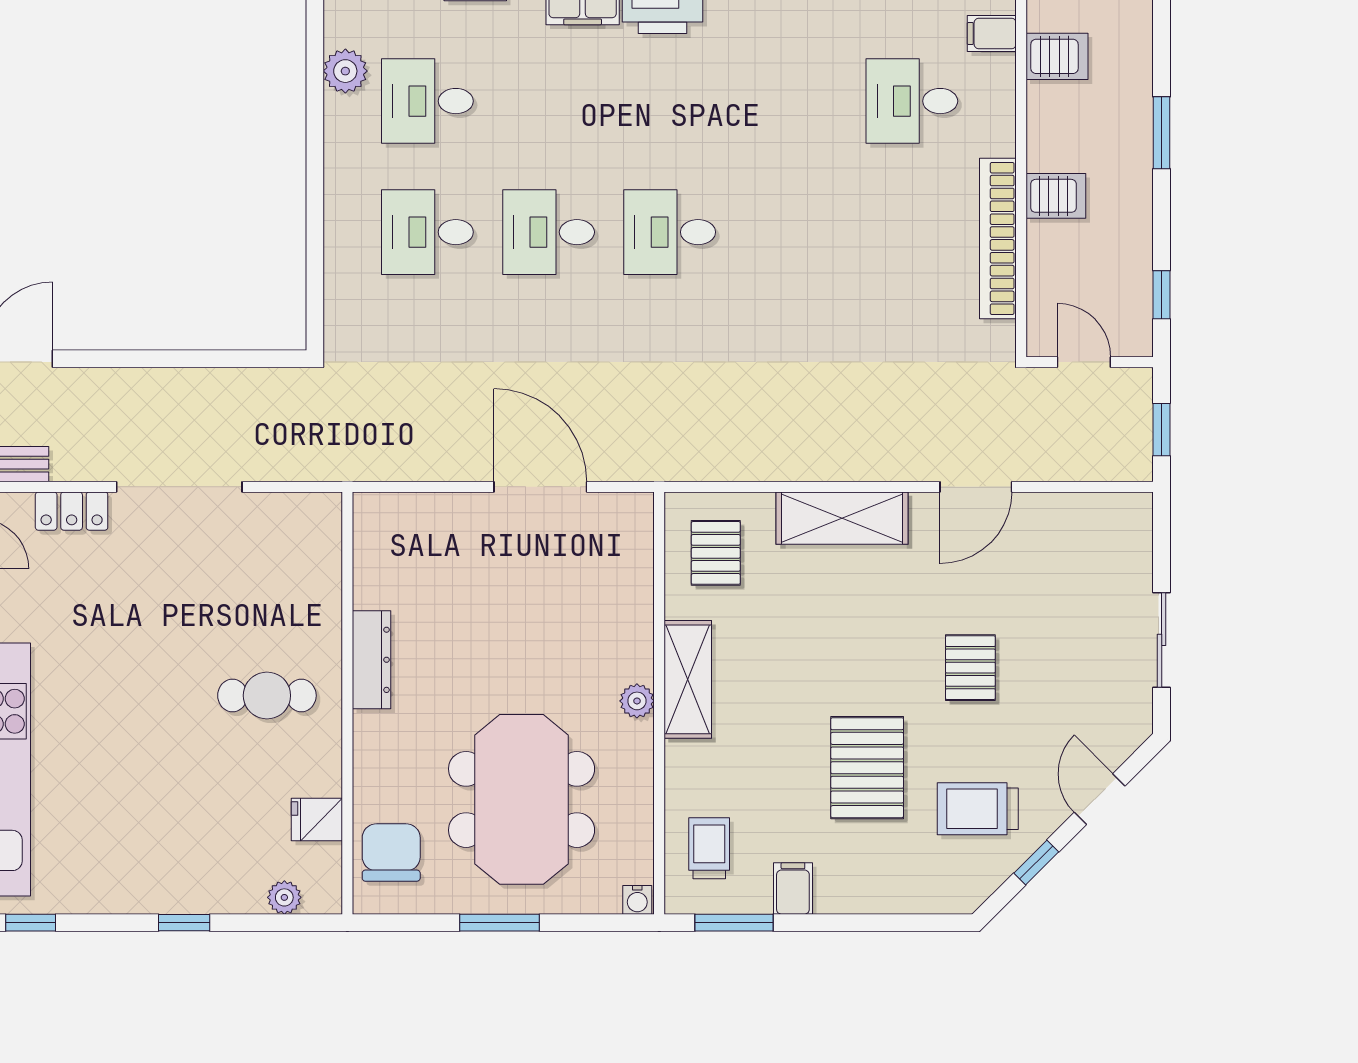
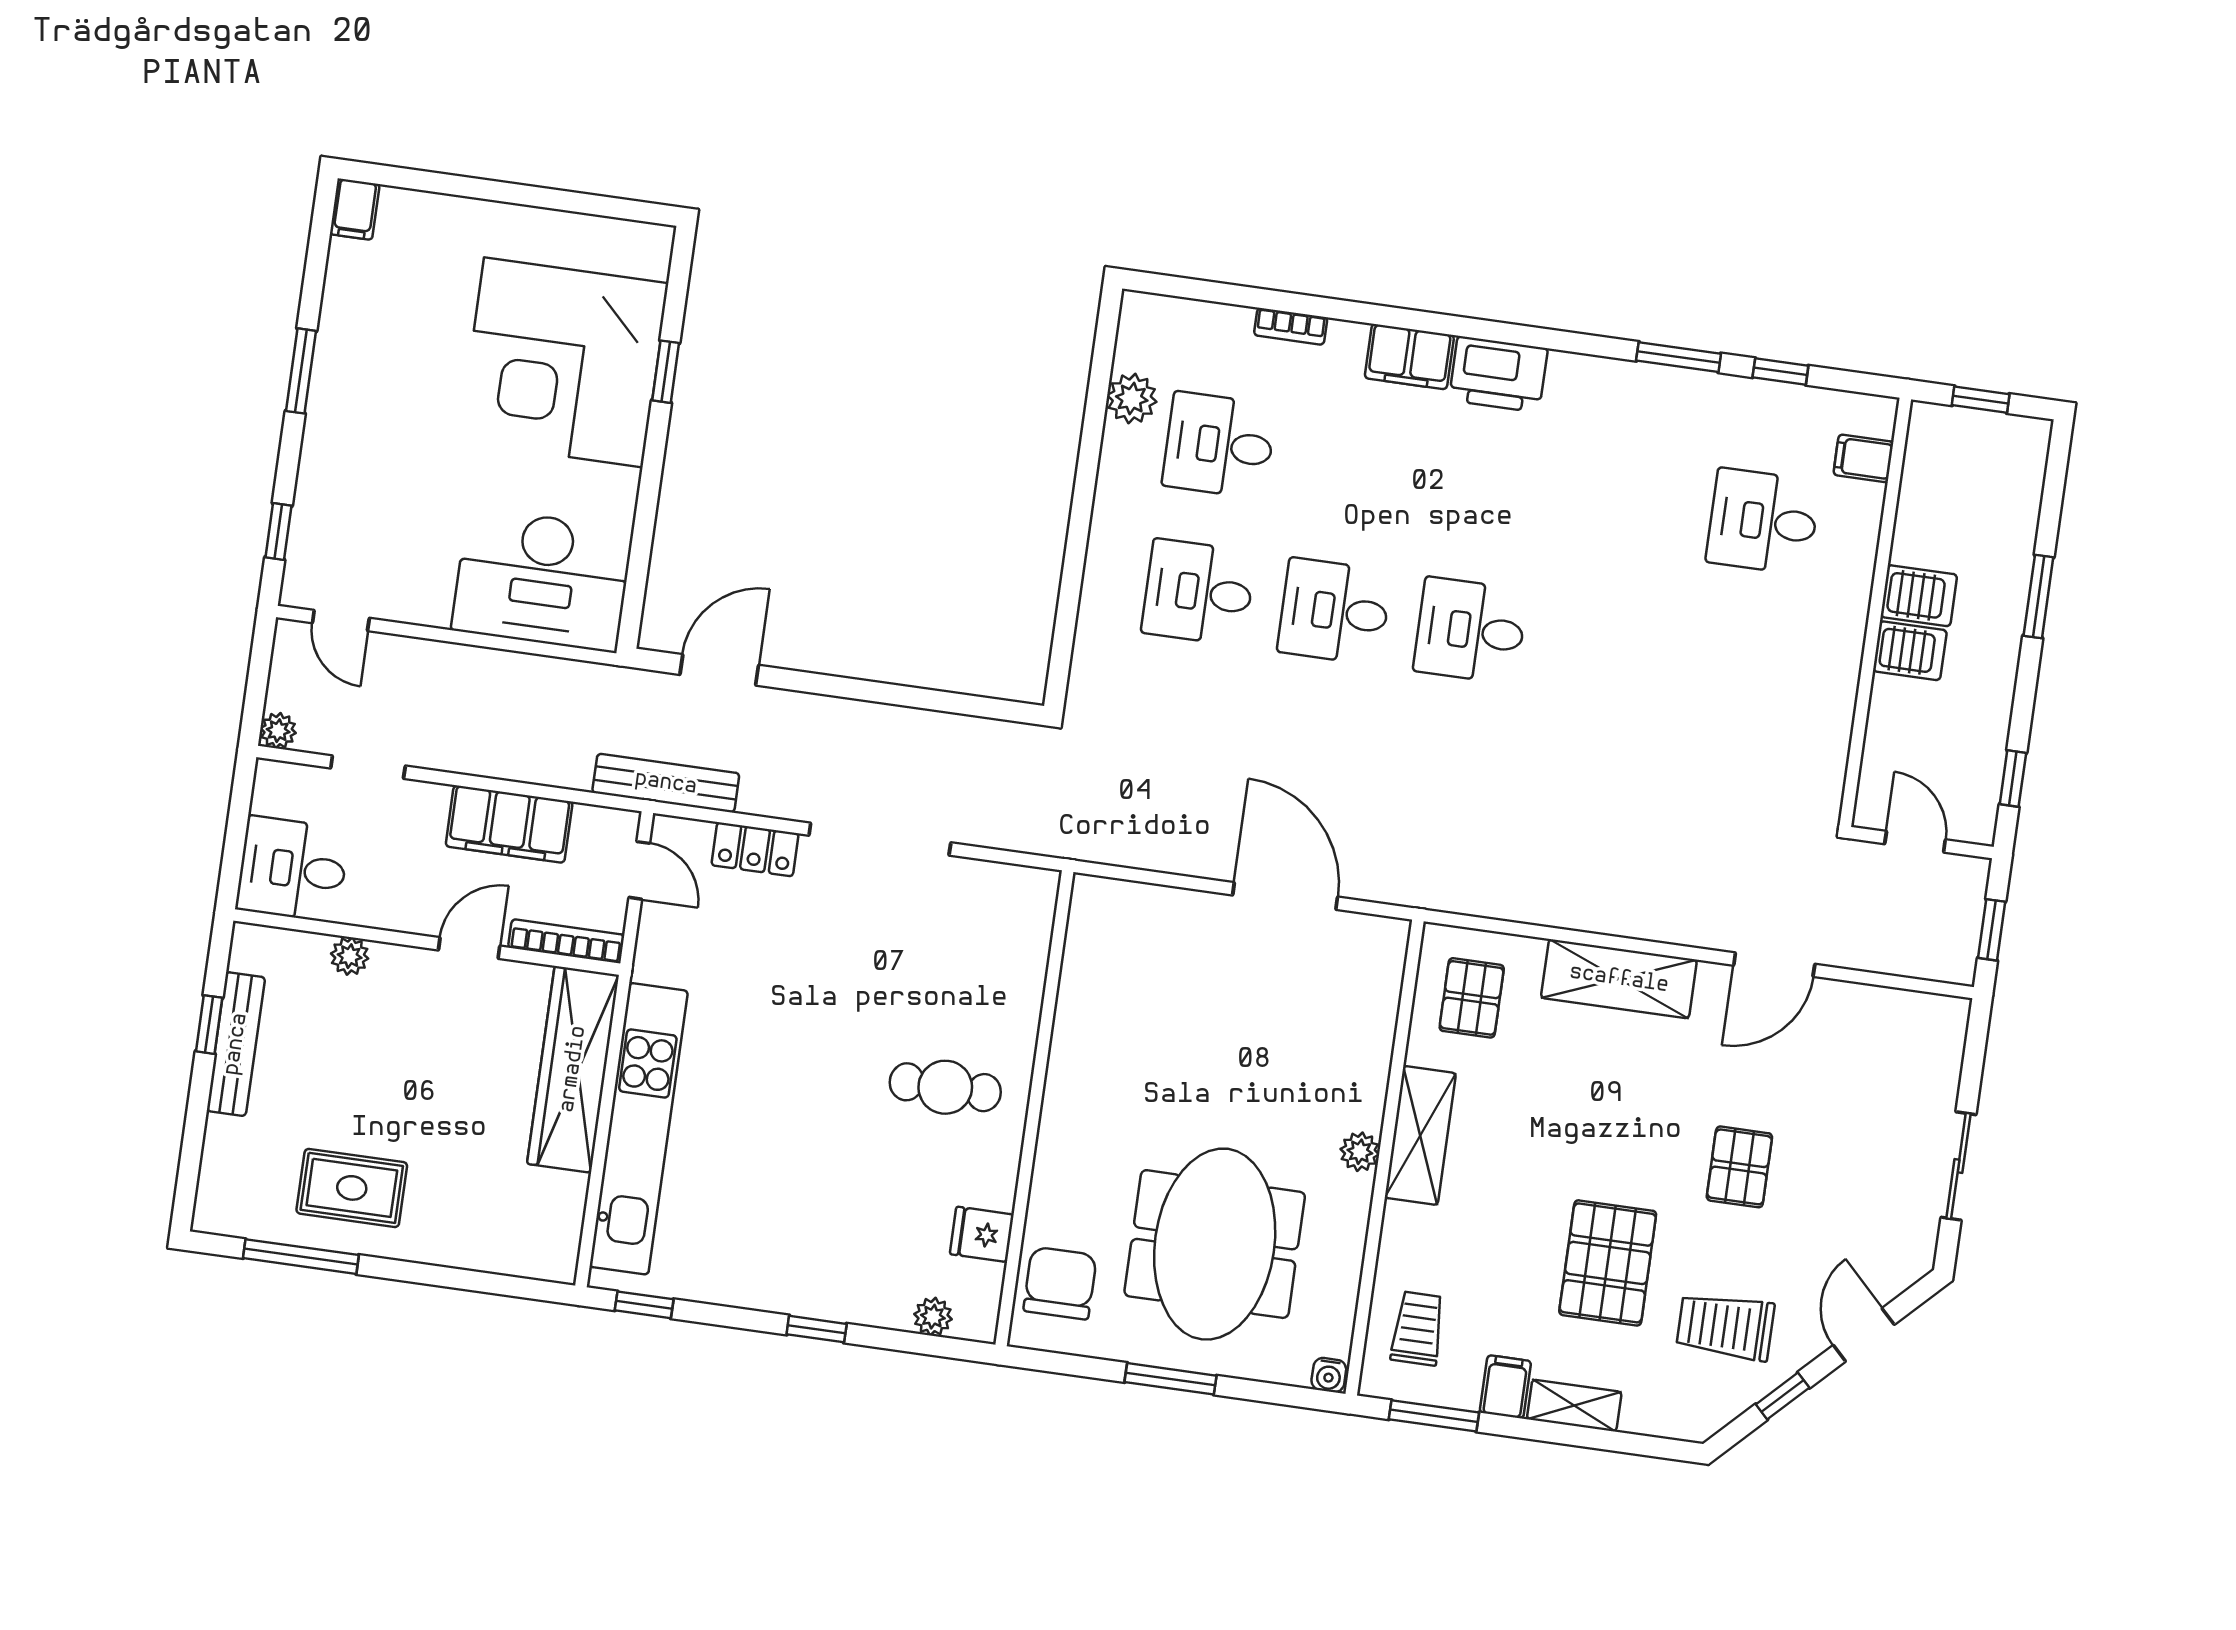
server rack: (1057, 56) -> (1919, 596), moved
bookcase: (998, 238) -> (1838, 689), removed
dresser: (372, 660) -> (1068, 1064), removed
shelving: (855, 896) -> (1574, 1406), added

